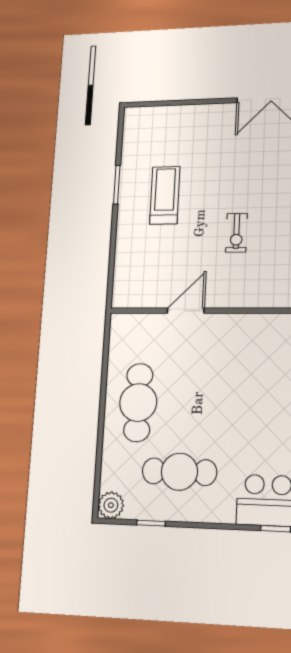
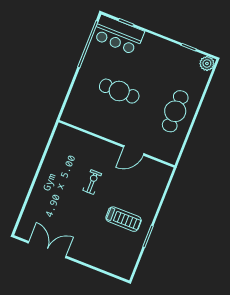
treadmill: (165, 195) -> (124, 219), turned -90
cafe table: (179, 472) -> (119, 91), moved

